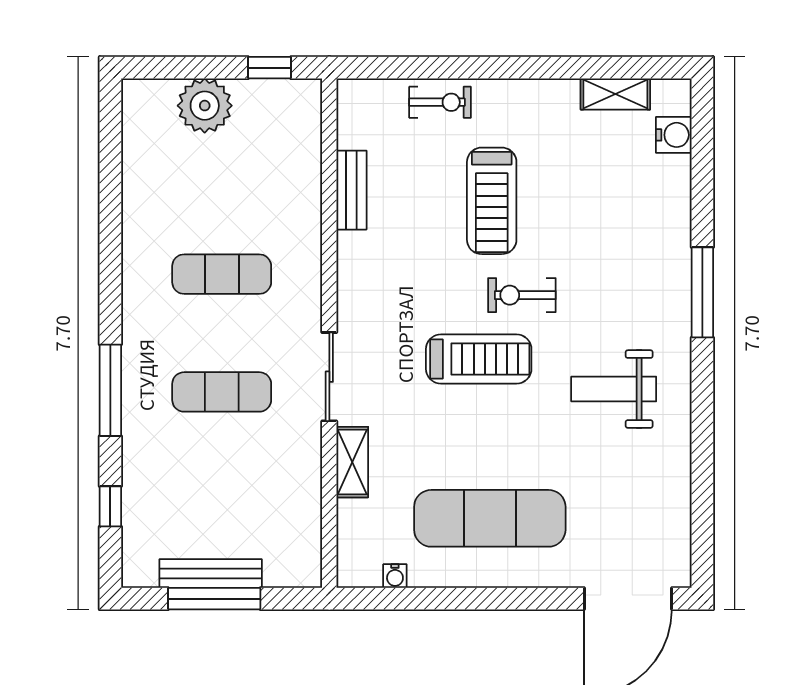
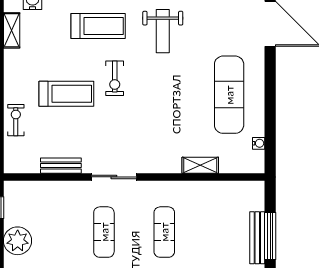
treadmill: (479, 359) -> (98, 26), moved, turned 90
sliding door: (329, 377) -> (114, 177), moved

